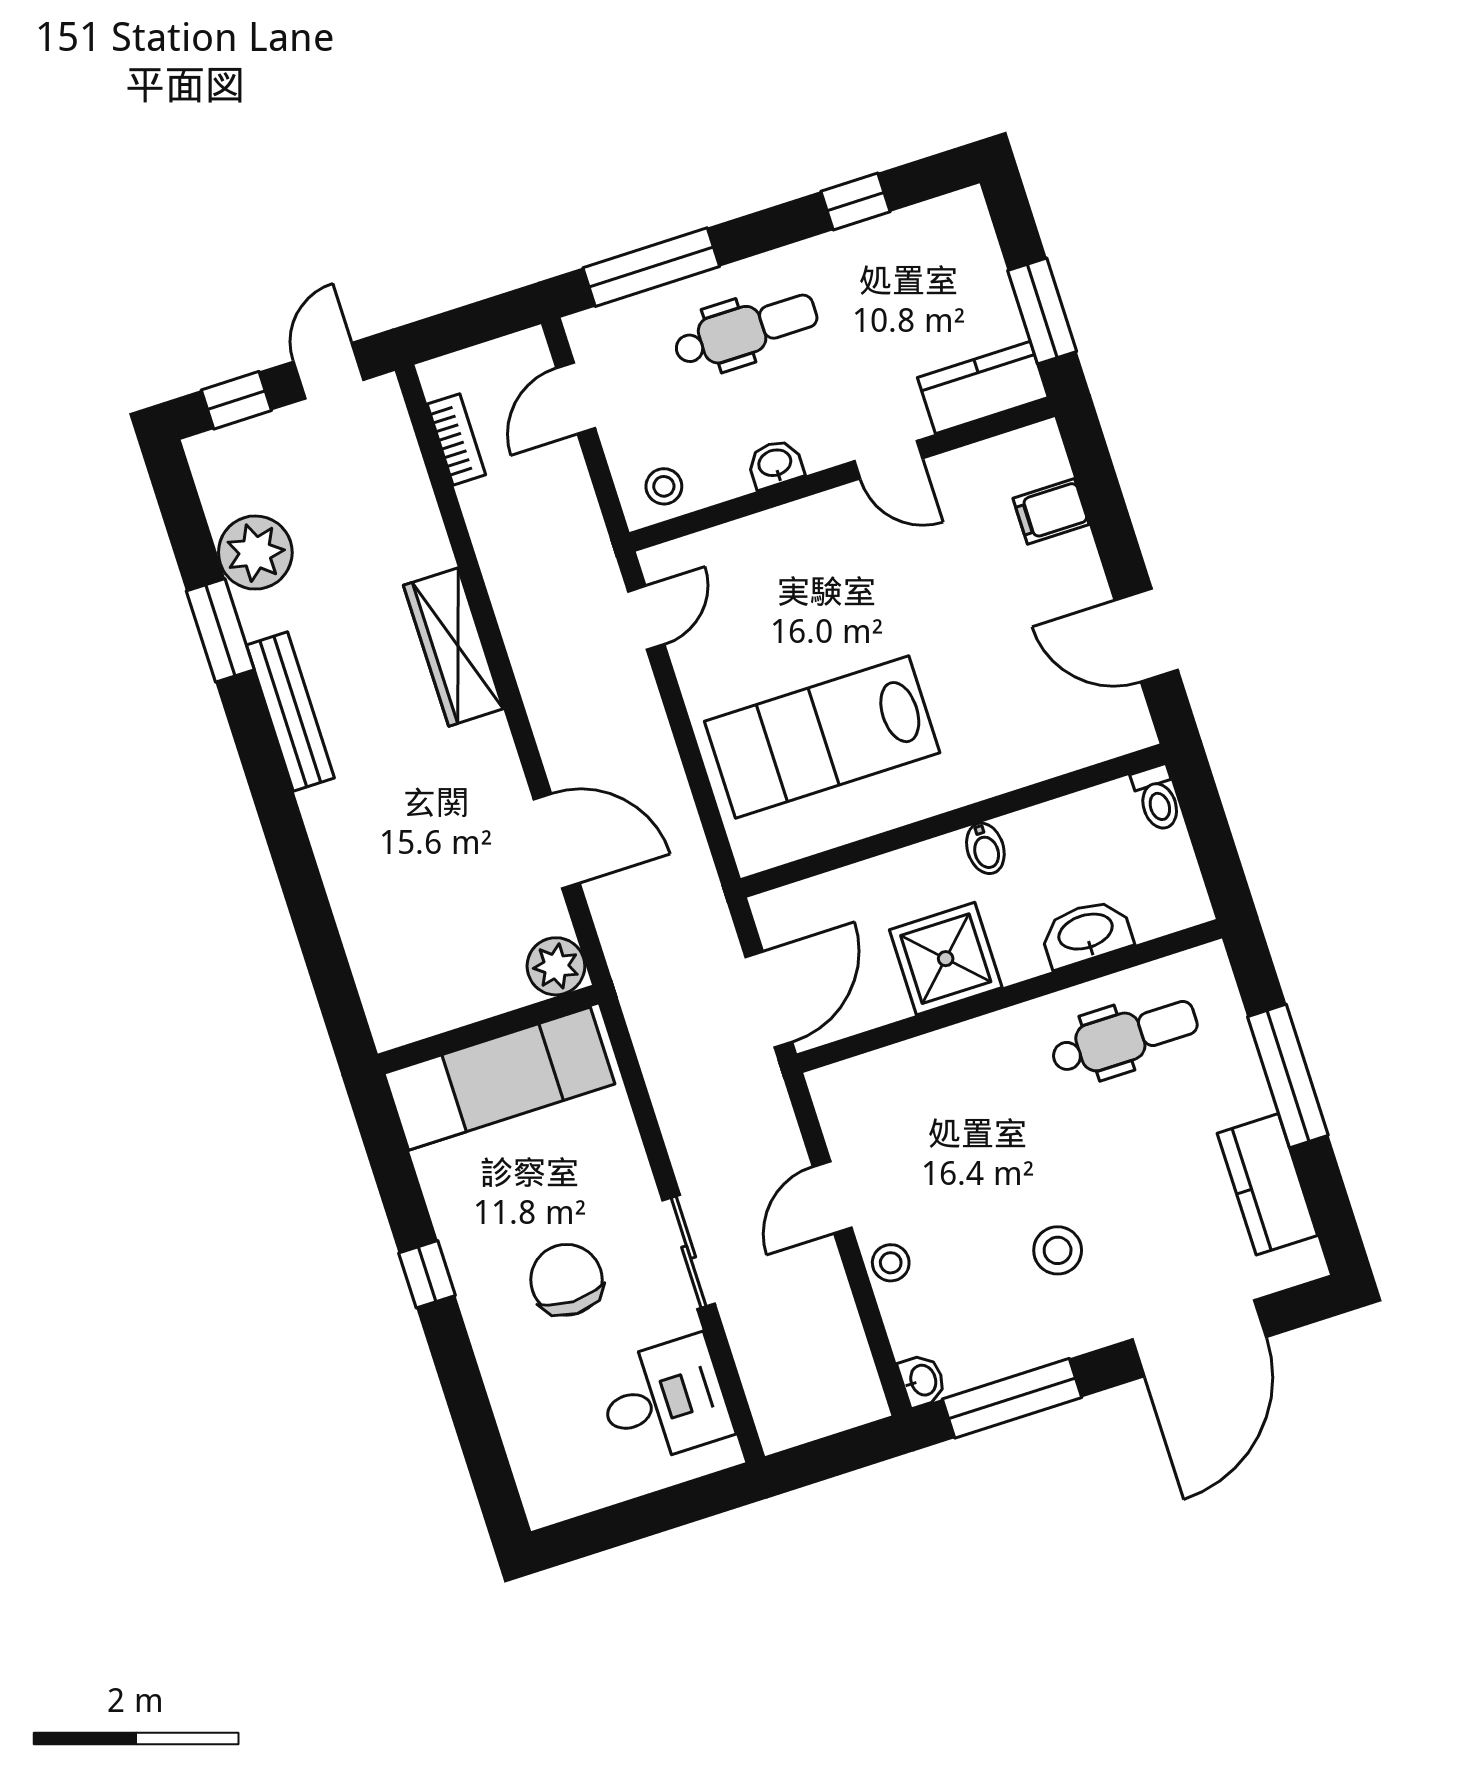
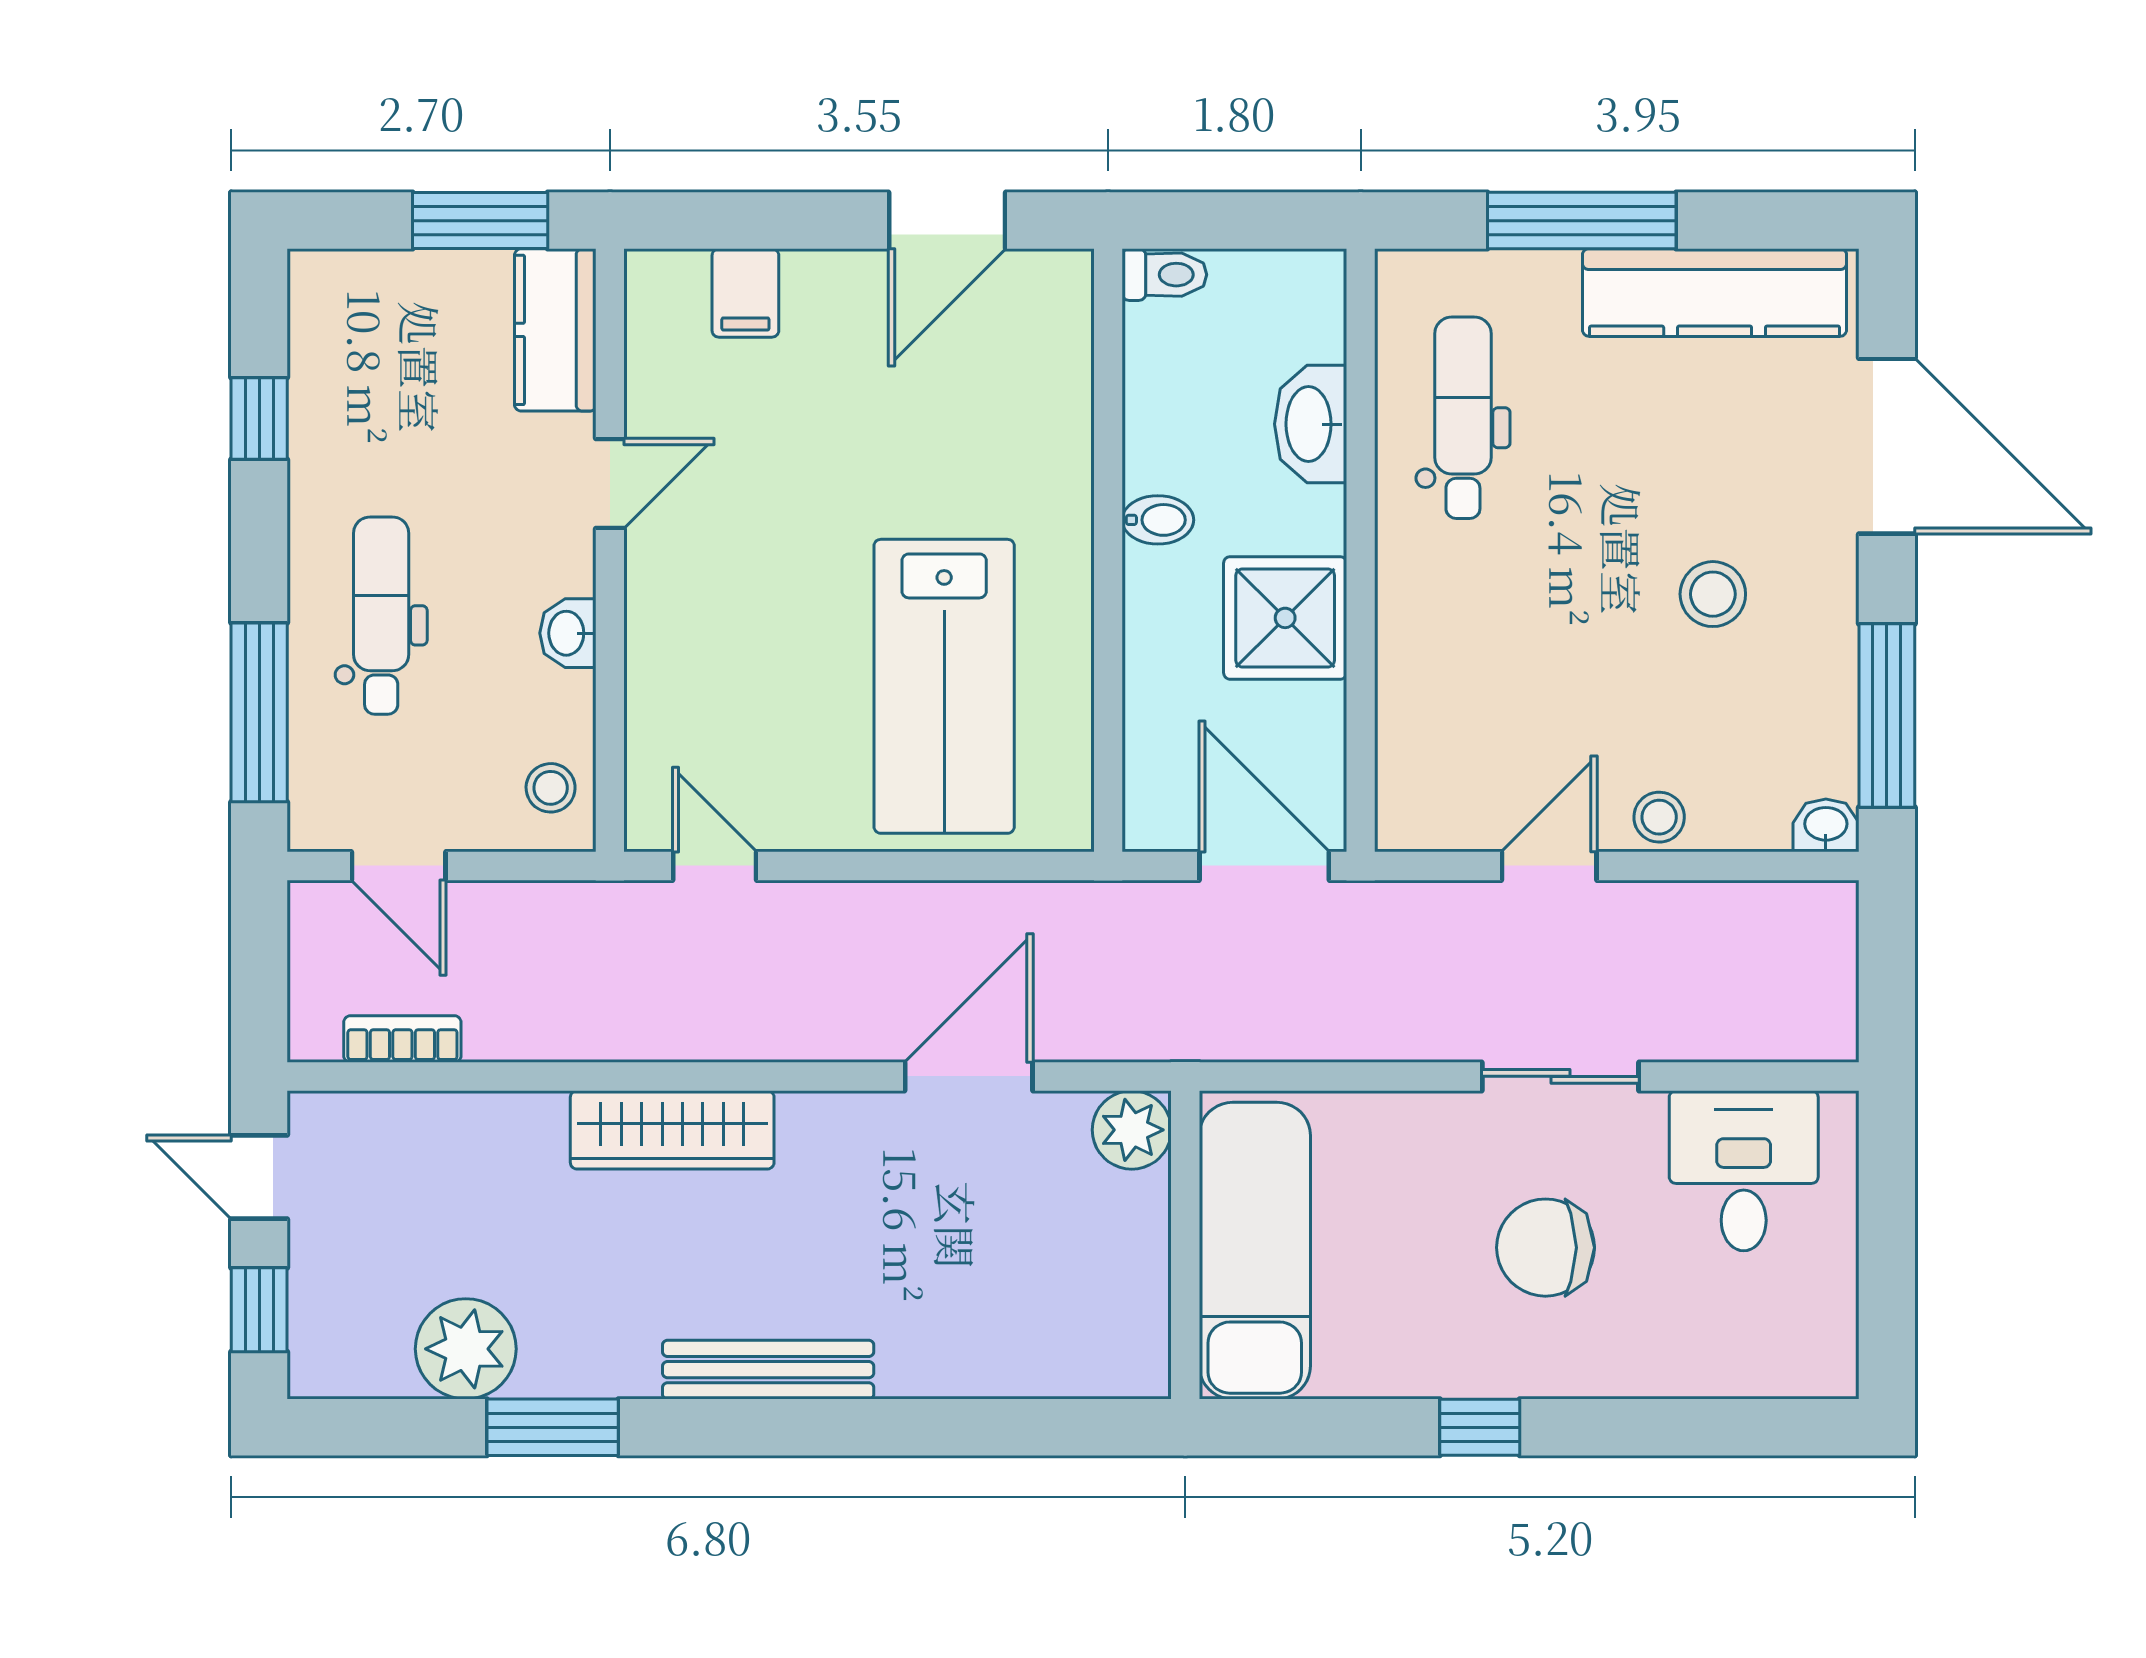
bench: (290, 711) -> (768, 1370), moved
kitchen counter: (1267, 1184) -> (1715, 293), width x1.50
door: (832, 1197) -> (1549, 866), swing flipped

